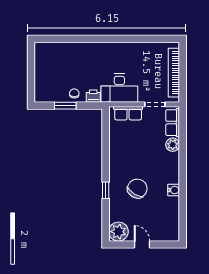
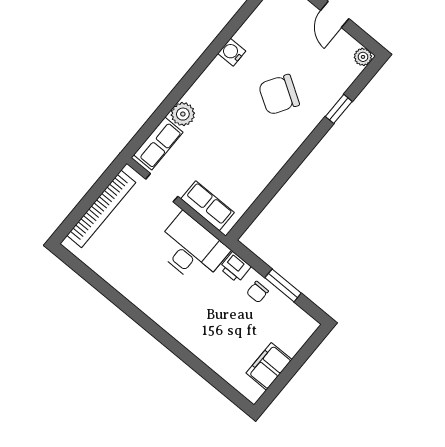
filing cabinet: (42, 65) -> (269, 366), added
window: (106, 190) -> (339, 109), moved
plant: (118, 232) -> (363, 57), width x0.53, depth x0.53

